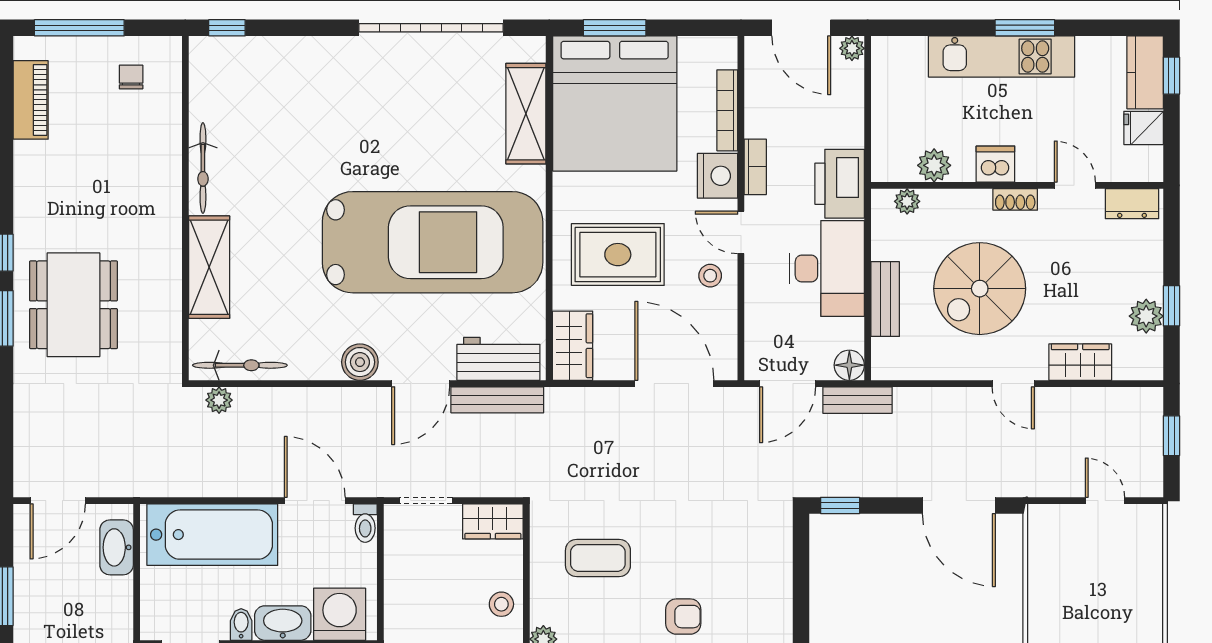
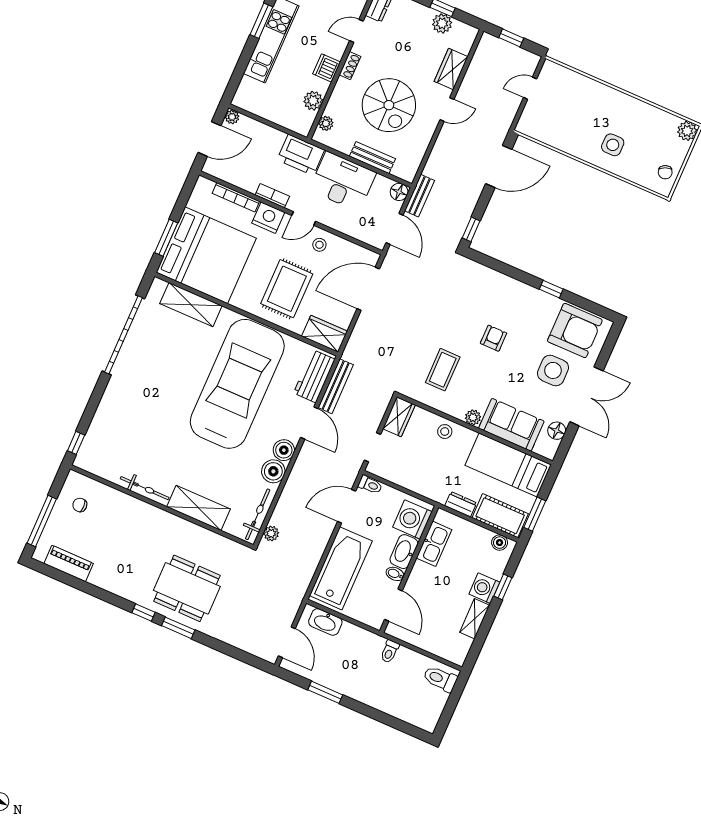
boiler: (319, 360) -> (273, 471), added

